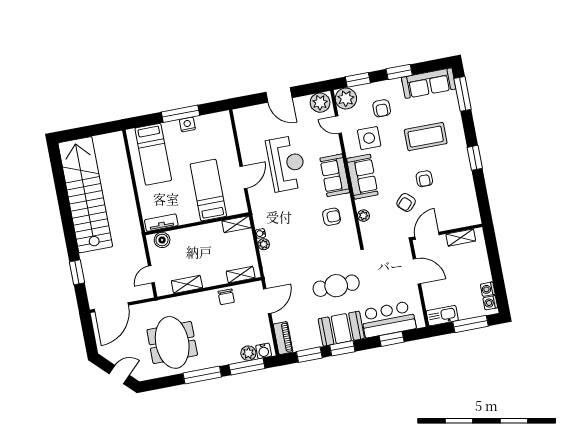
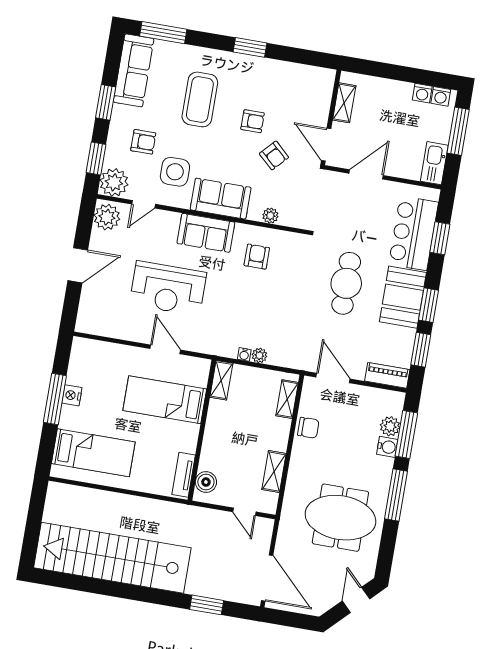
reception desk: (286, 163) -> (168, 288), turned 180
water cooler: (264, 351) -> (387, 447), moved

